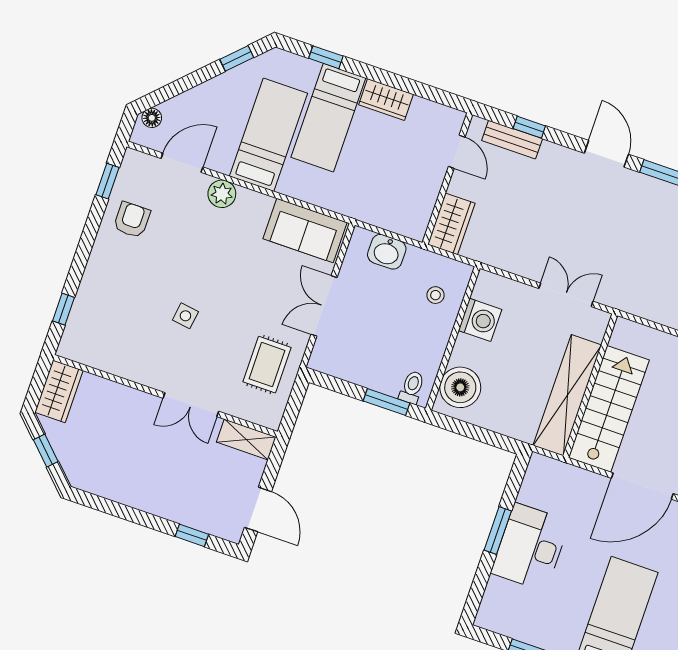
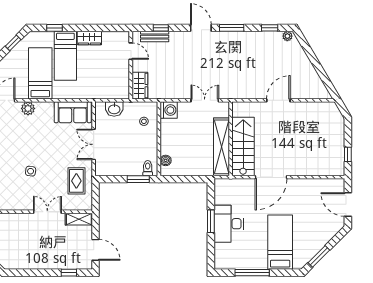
washing machine: (480, 320) -> (169, 110), moved
boiler: (460, 387) -> (166, 160), width x0.54, depth x0.54
double door: (191, 405) -> (47, 212), swing flipped

